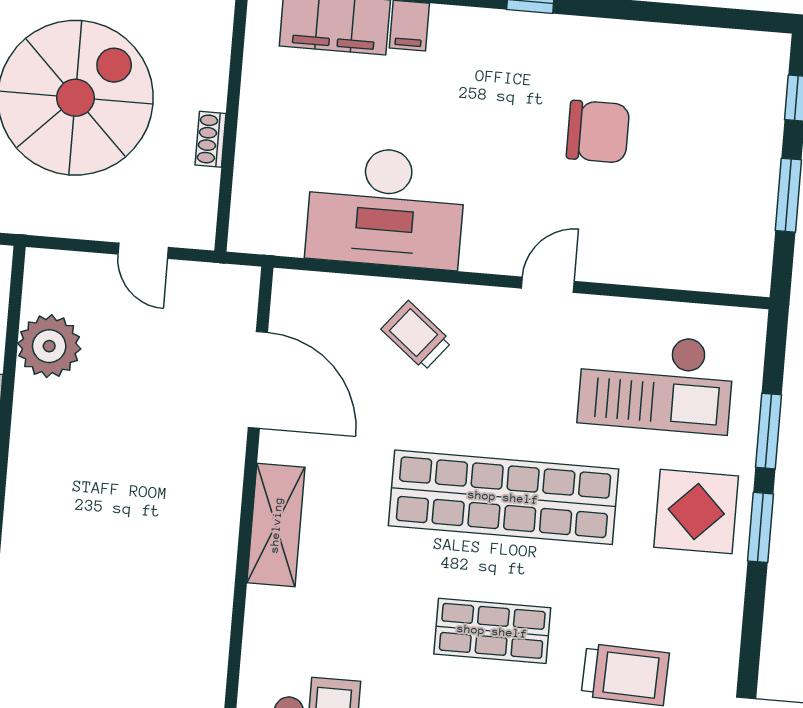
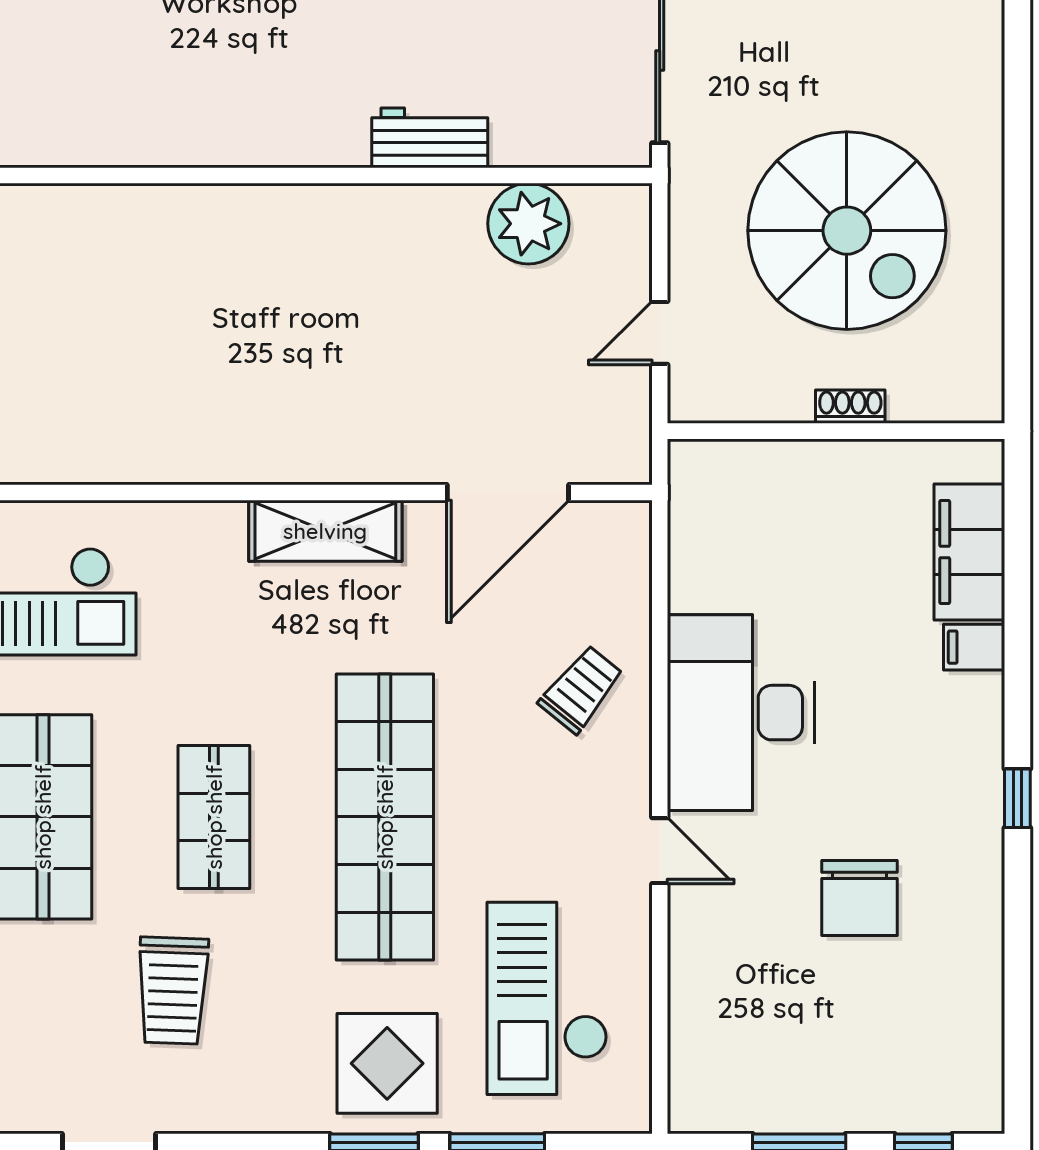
shoe rack: (211, 139) -> (850, 407), moved
desk: (386, 207) -> (741, 713), moved

